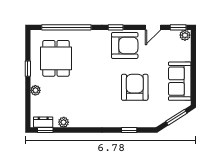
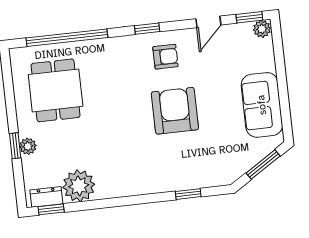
armchair: (125, 45) -> (165, 57), width x0.53, depth x0.53
window: (28, 69) -> (15, 146), moved
armchair: (135, 87) -> (175, 111), moved
plant: (64, 122) -> (79, 186), width x1.87, depth x1.87

